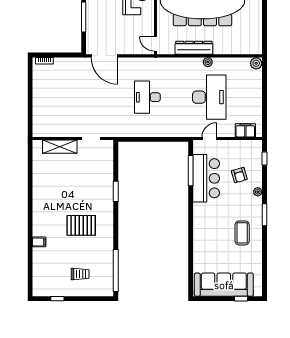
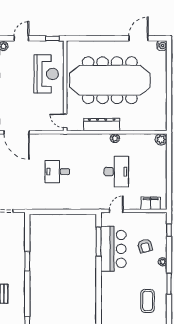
desk: (147, 97) -> (57, 172), width x0.73
desk: (209, 97) -> (116, 172), width x0.73, depth x0.77

